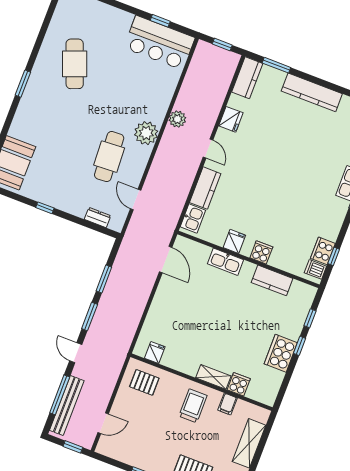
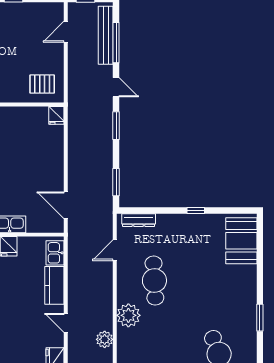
door: (136, 199) -> (115, 250), swing flipped
dresser: (98, 218) -> (139, 220), width x1.44
window: (104, 279) -> (116, 182), moved
fridge: (155, 353) -> (56, 115), moved

